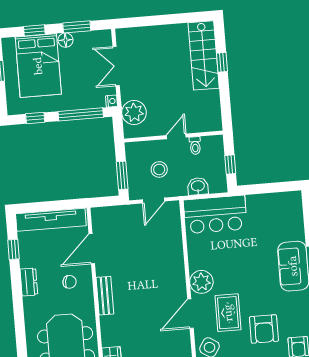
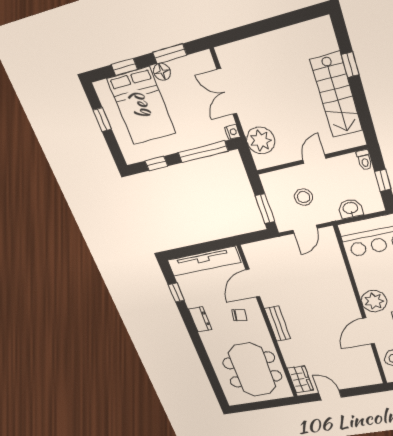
stairs: (204, 55) -> (336, 95), moved
toilet: (195, 146) -> (364, 160), moved

